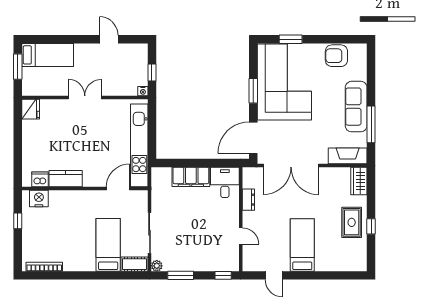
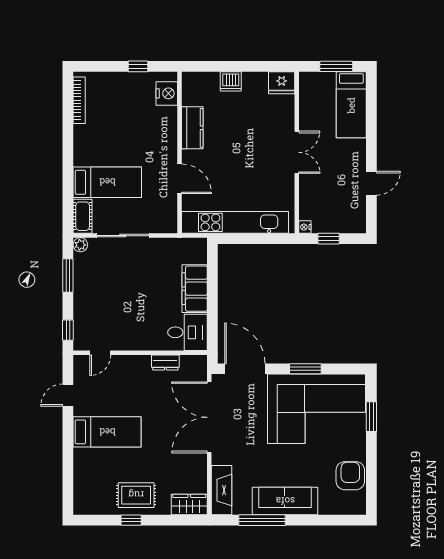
dishwasher: (40, 179) -> (231, 81), moved, turned 90
door: (118, 189) -> (180, 179), moved
door: (241, 236) -> (100, 353), moved

